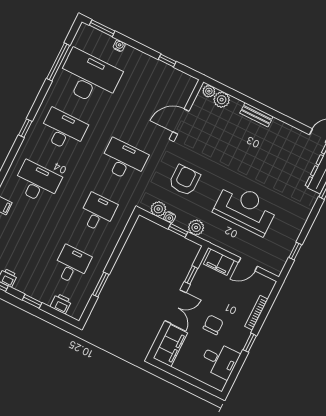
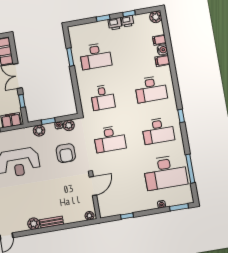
plant: (222, 100) -> (34, 224), moved
desk: (72, 265) -> (95, 56), width x1.37
printer: (61, 304) -> (115, 24), moved

